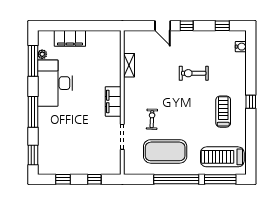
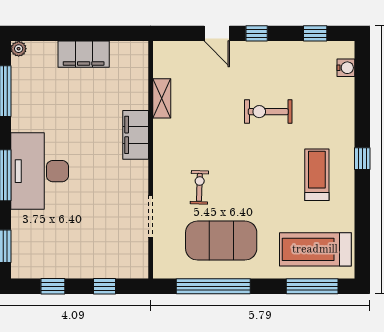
filing cabinet: (70, 38) -> (84, 54), moved
plant: (42, 54) -> (19, 49), moved
desk: (55, 83) -> (40, 171), moved
filing cabinet: (113, 101) -> (136, 135), moved
window: (176, 179) -> (213, 286), moved

